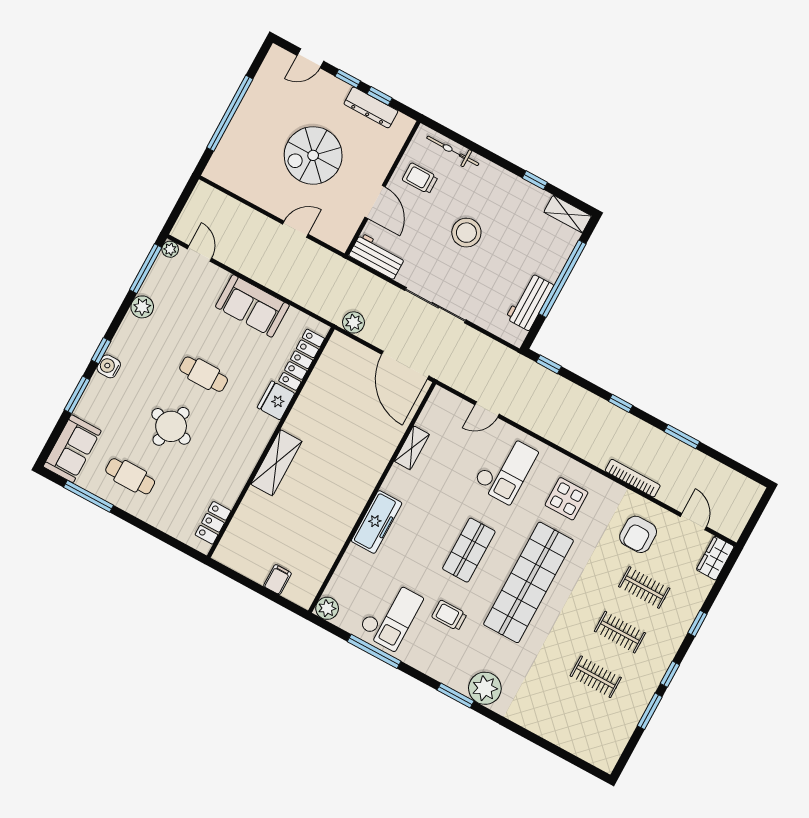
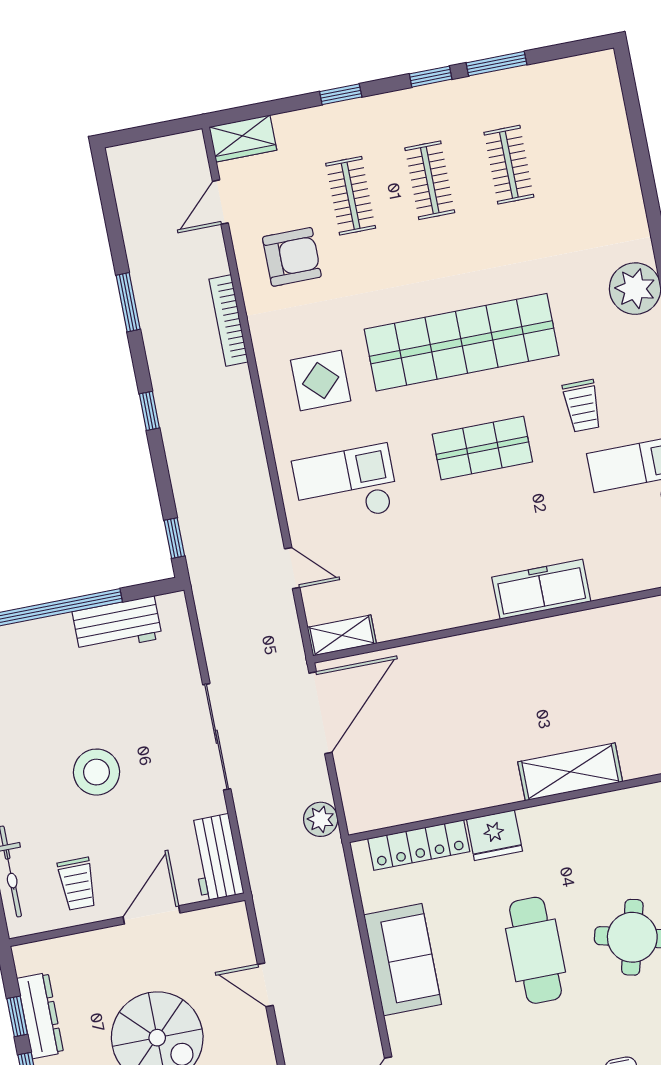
cafe table: (204, 374) -> (535, 950), width x1.37, depth x1.35
shelving: (412, 448) -> (342, 635), moved

